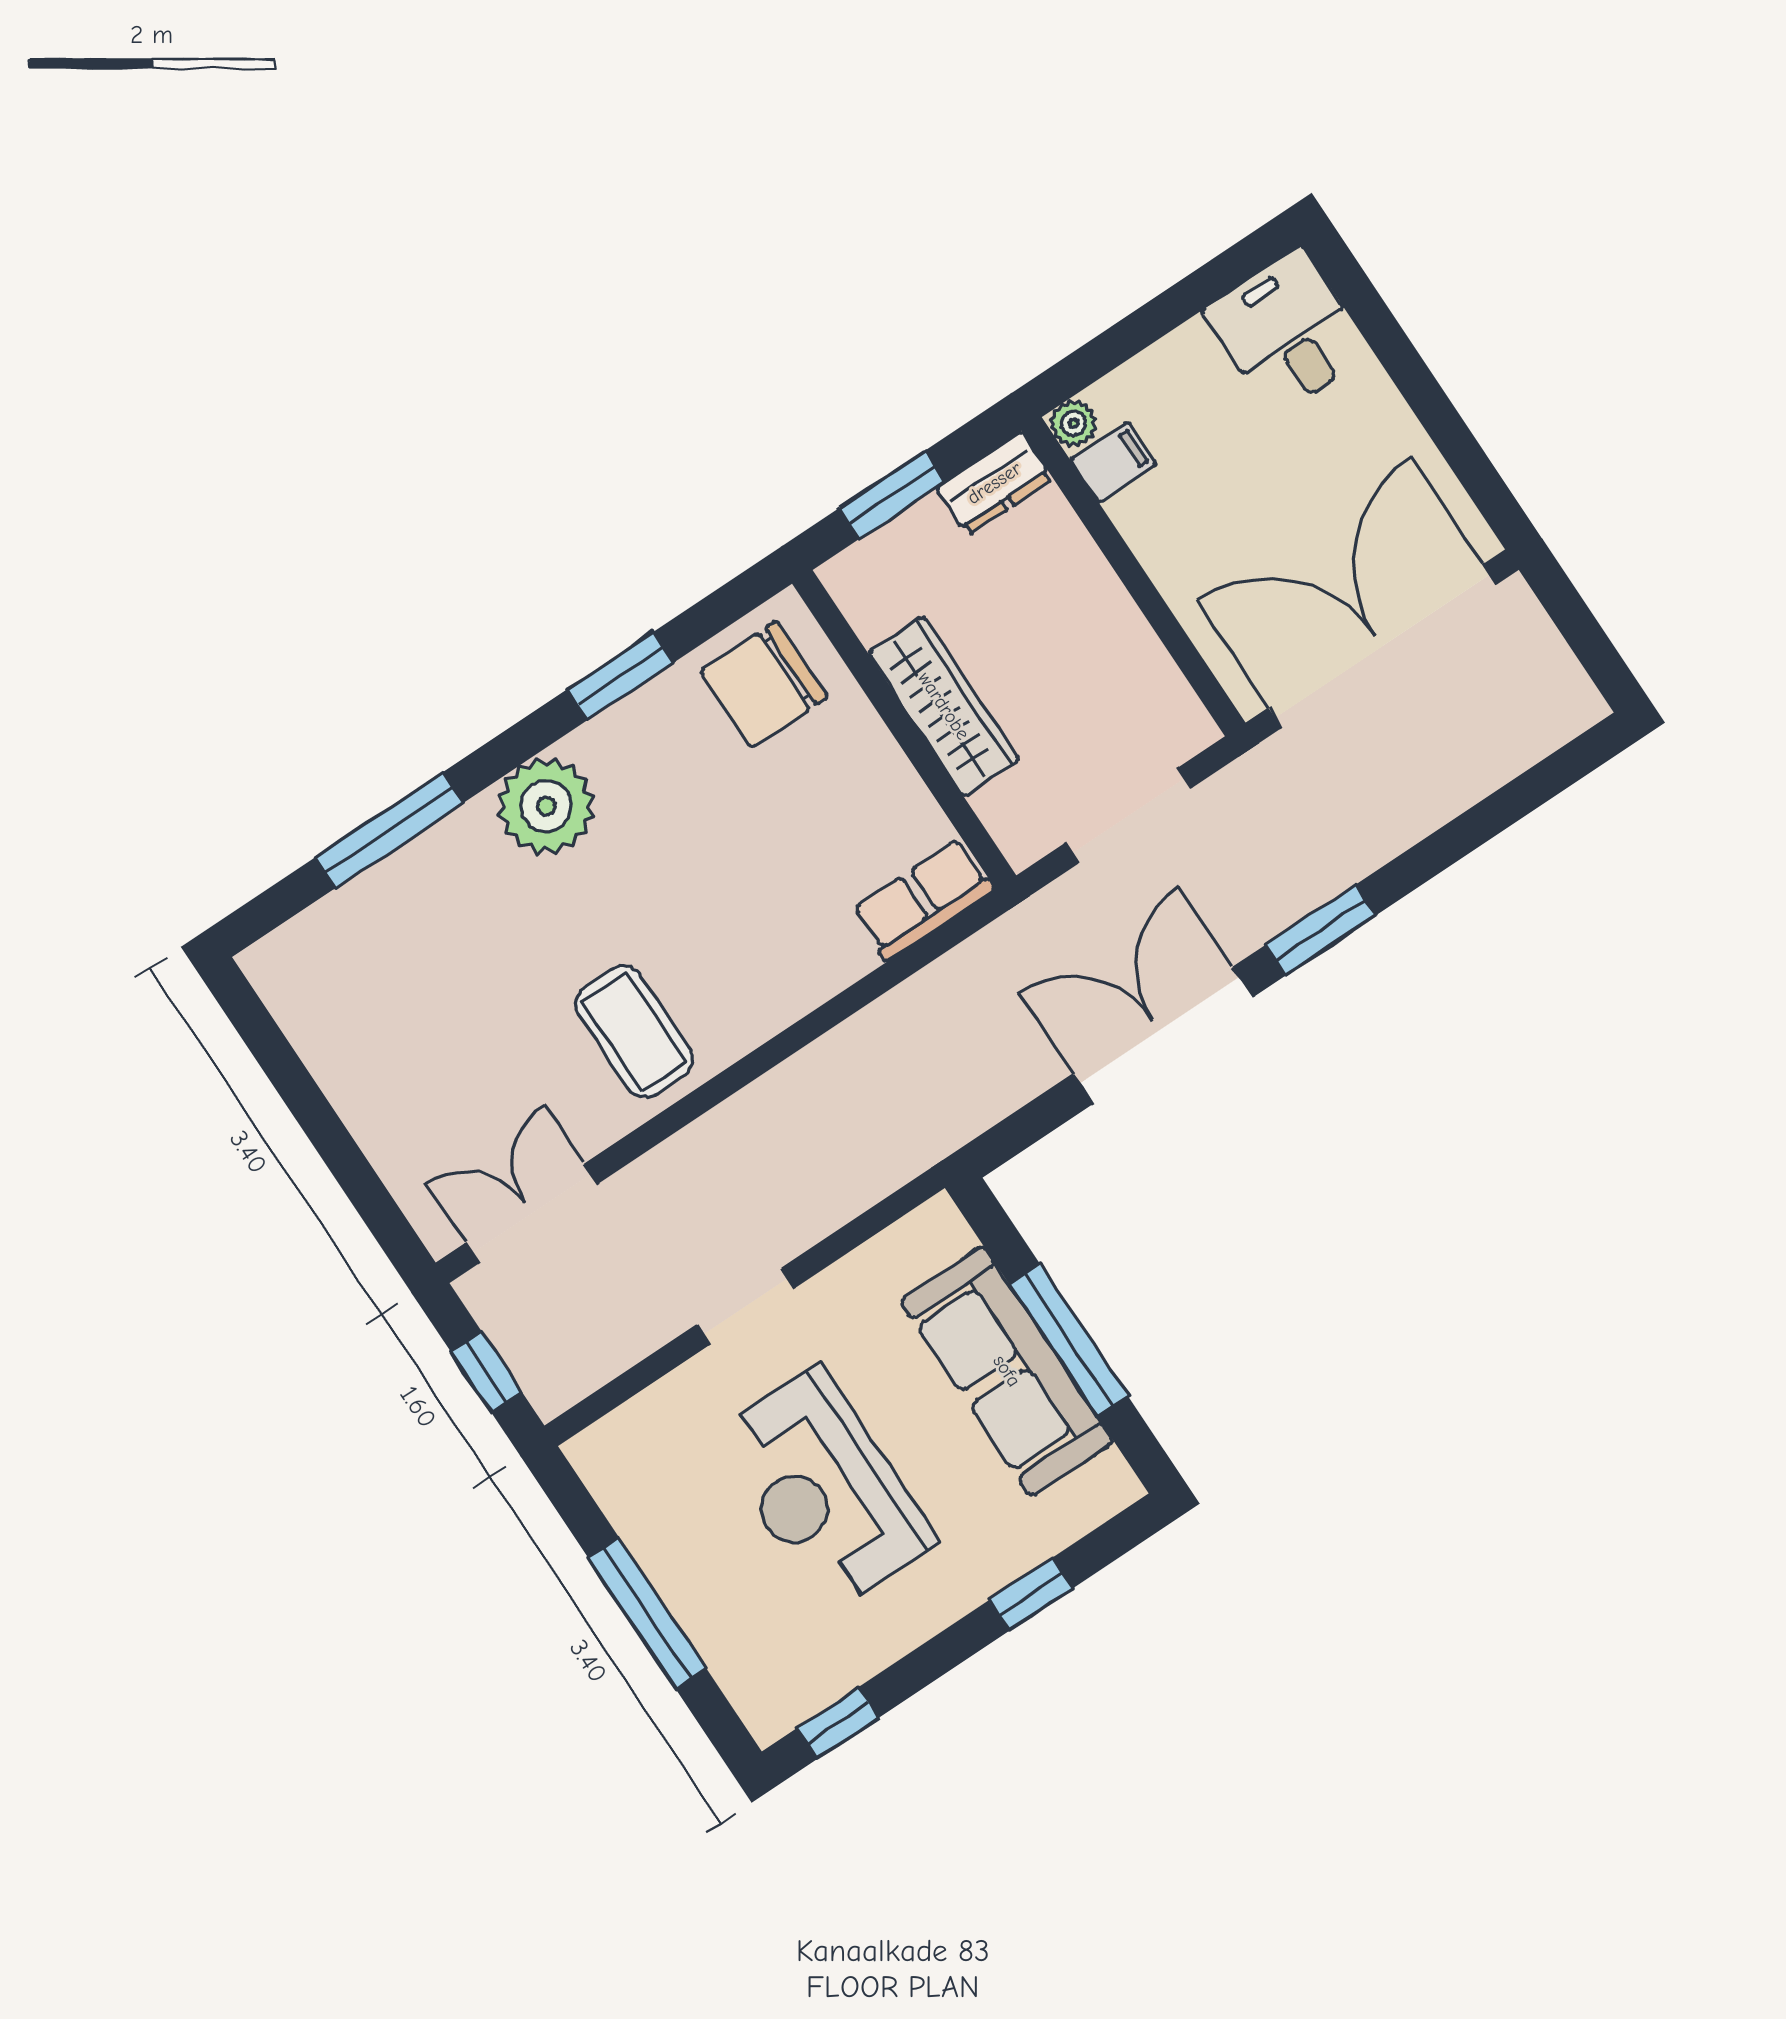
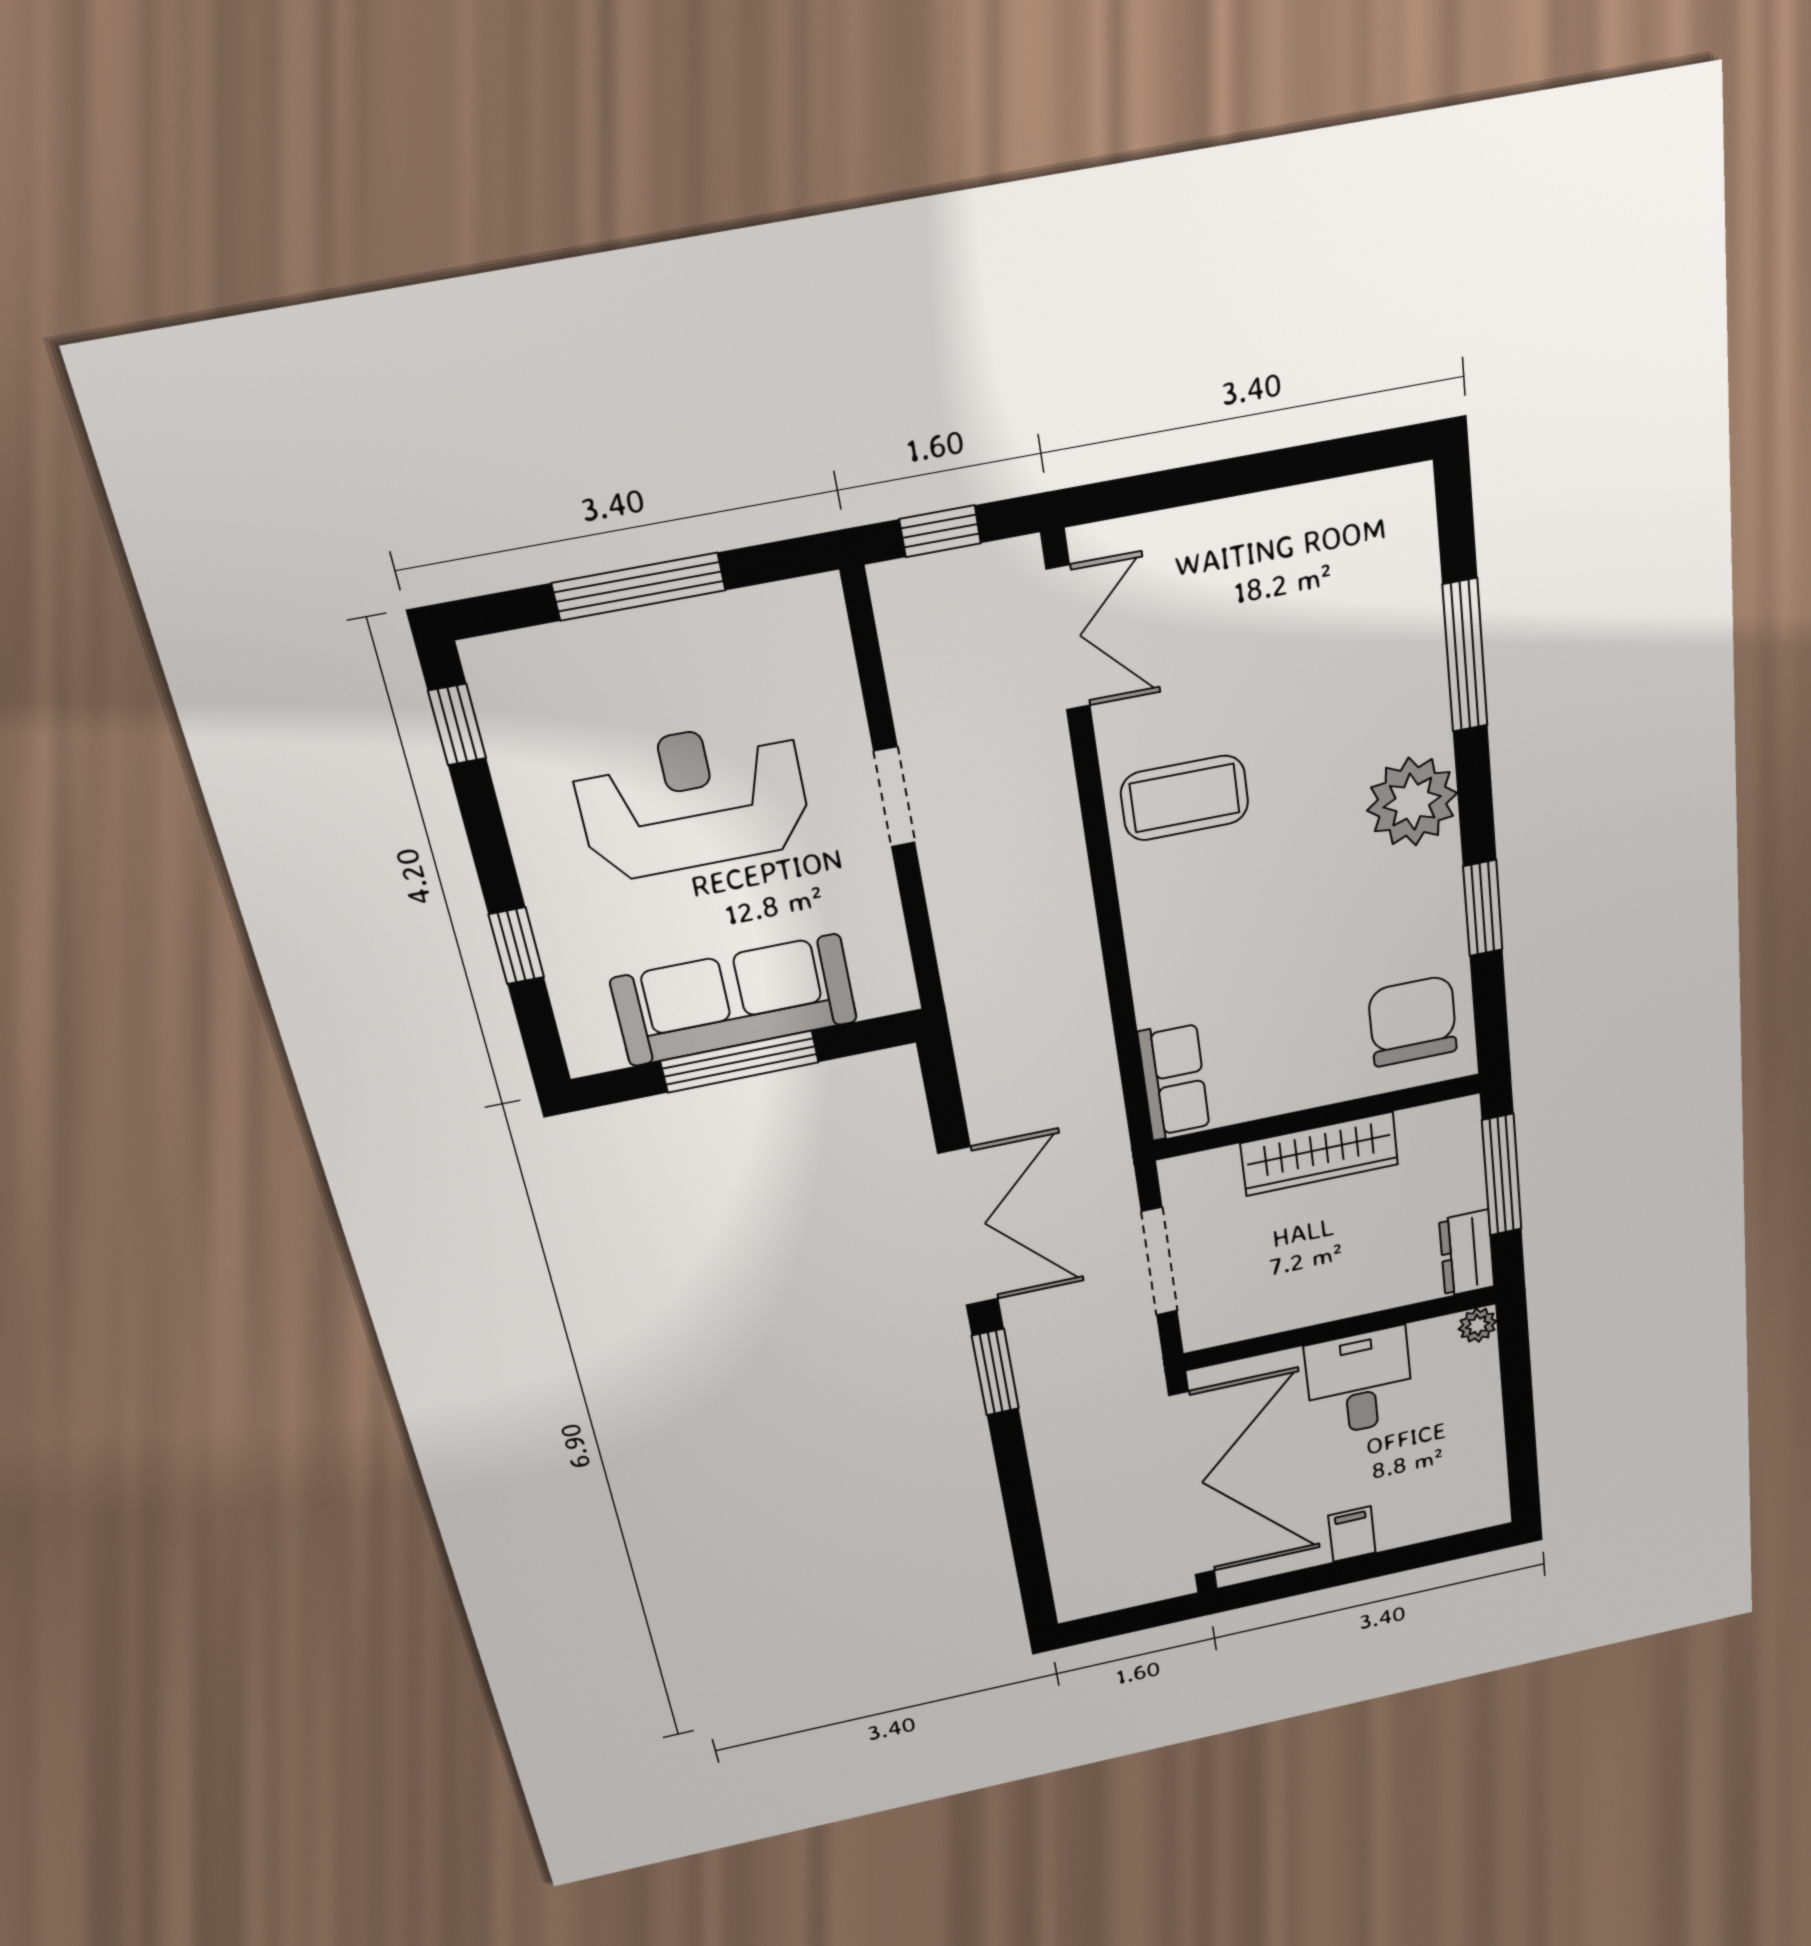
desk: (1287, 332) -> (1359, 1382), moved, turned -90
filing cabinet: (1113, 462) -> (1352, 1534), moved, turned 180
window: (892, 495) -> (1502, 1175), width x1.44

